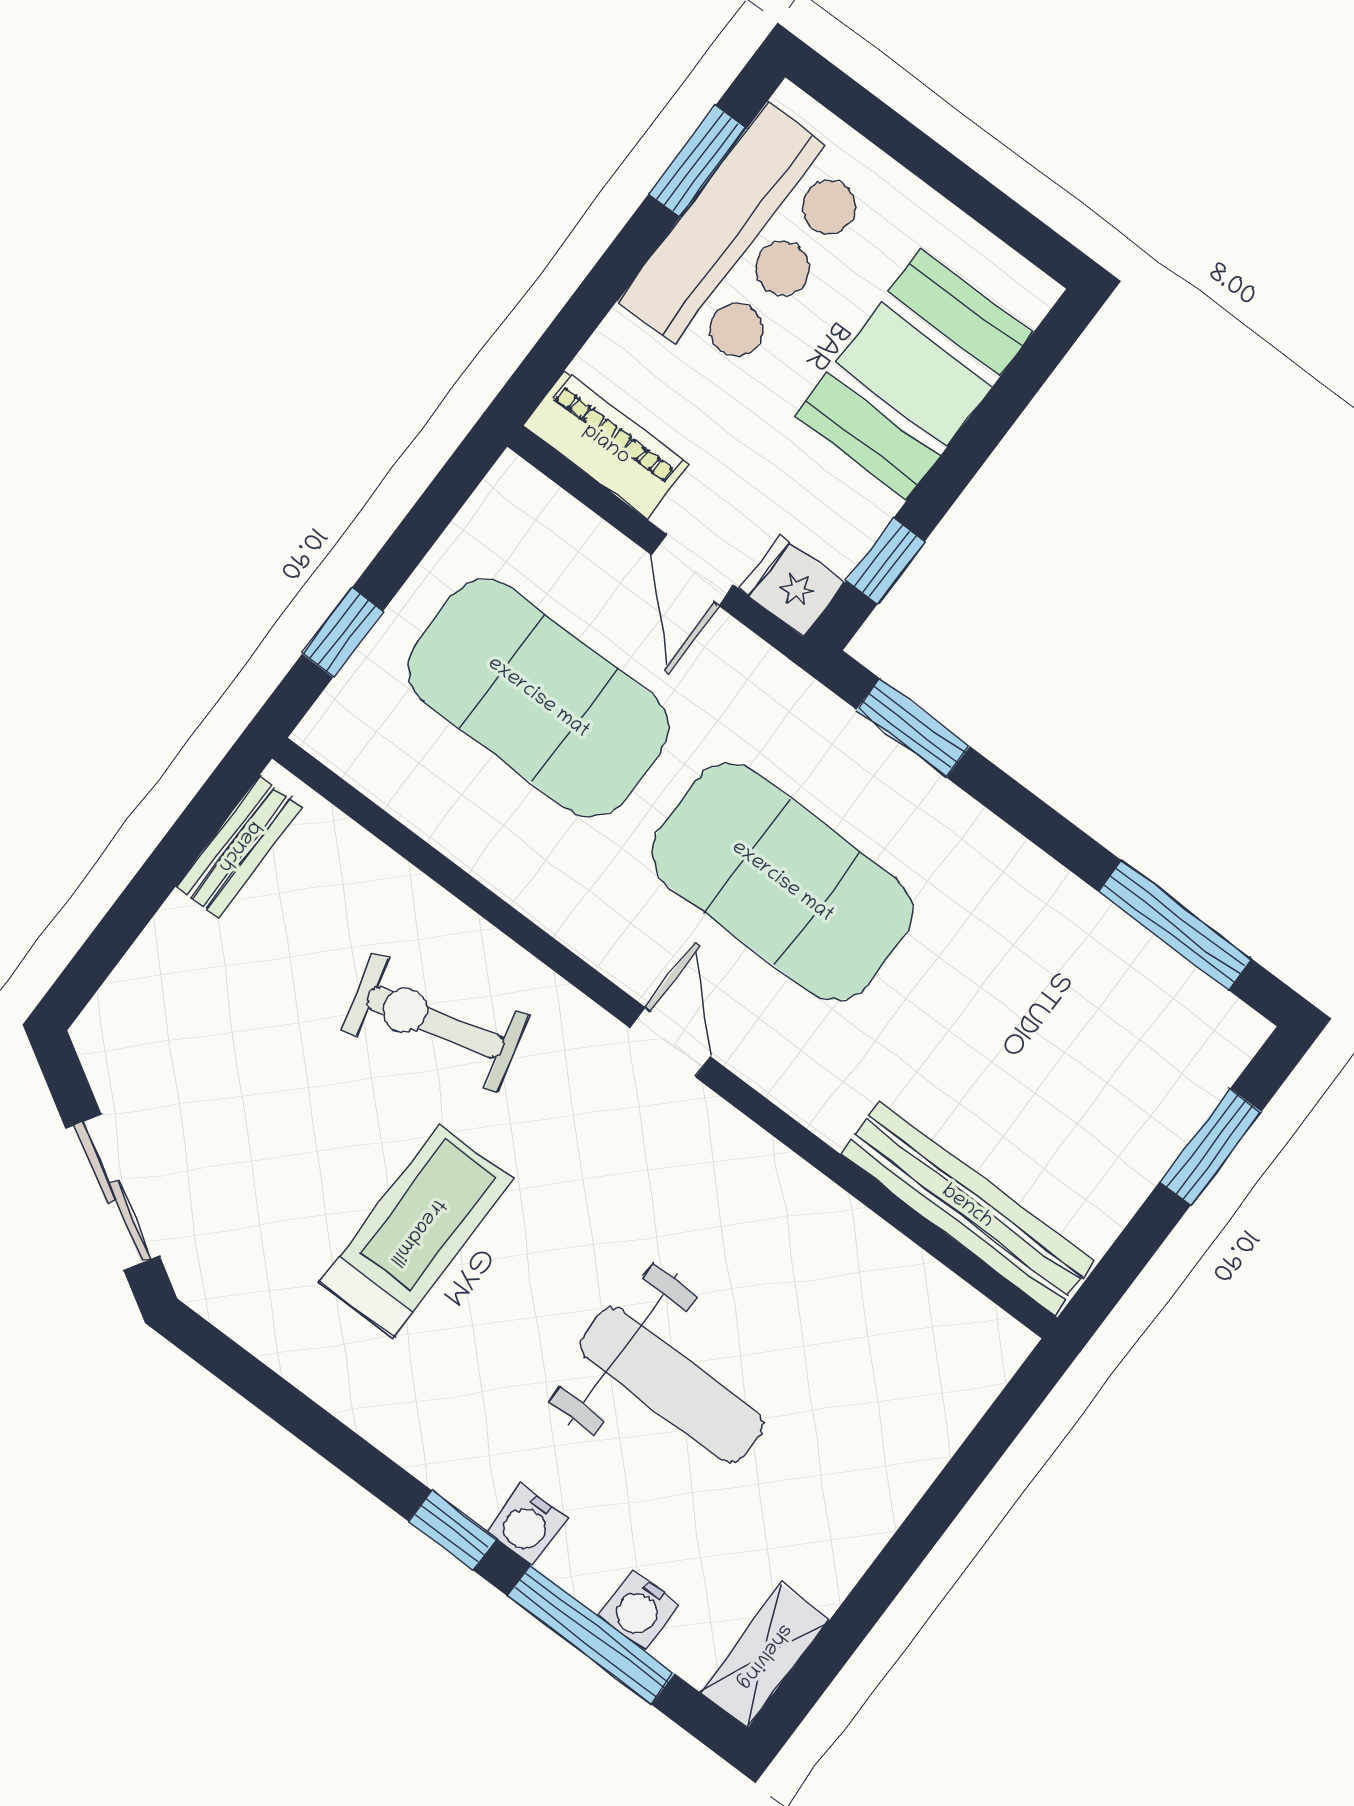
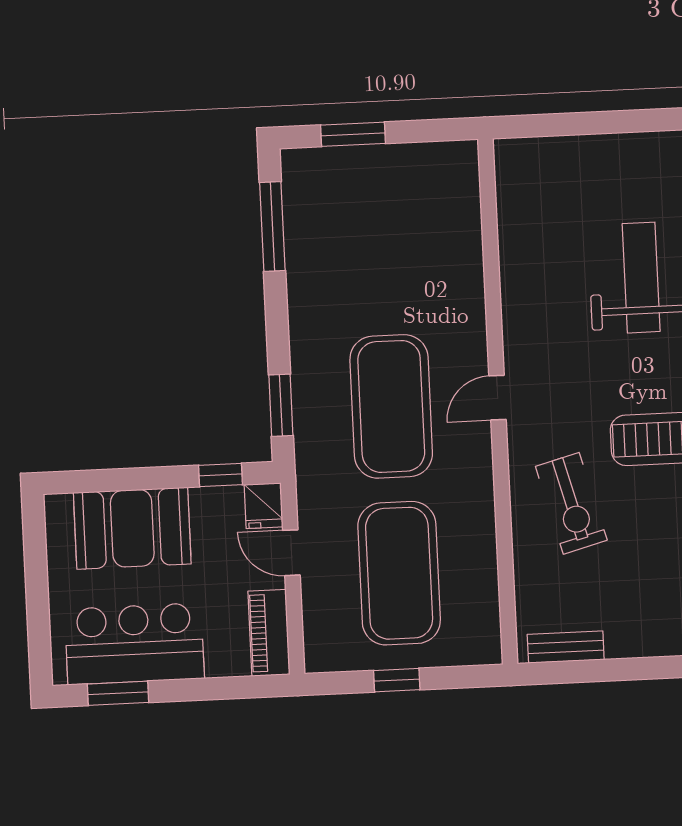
door: (693, 570) -> (291, 553), swing flipped
window: (343, 632) -> (397, 680), moved
bench: (967, 1207) -> (464, 216), removed

